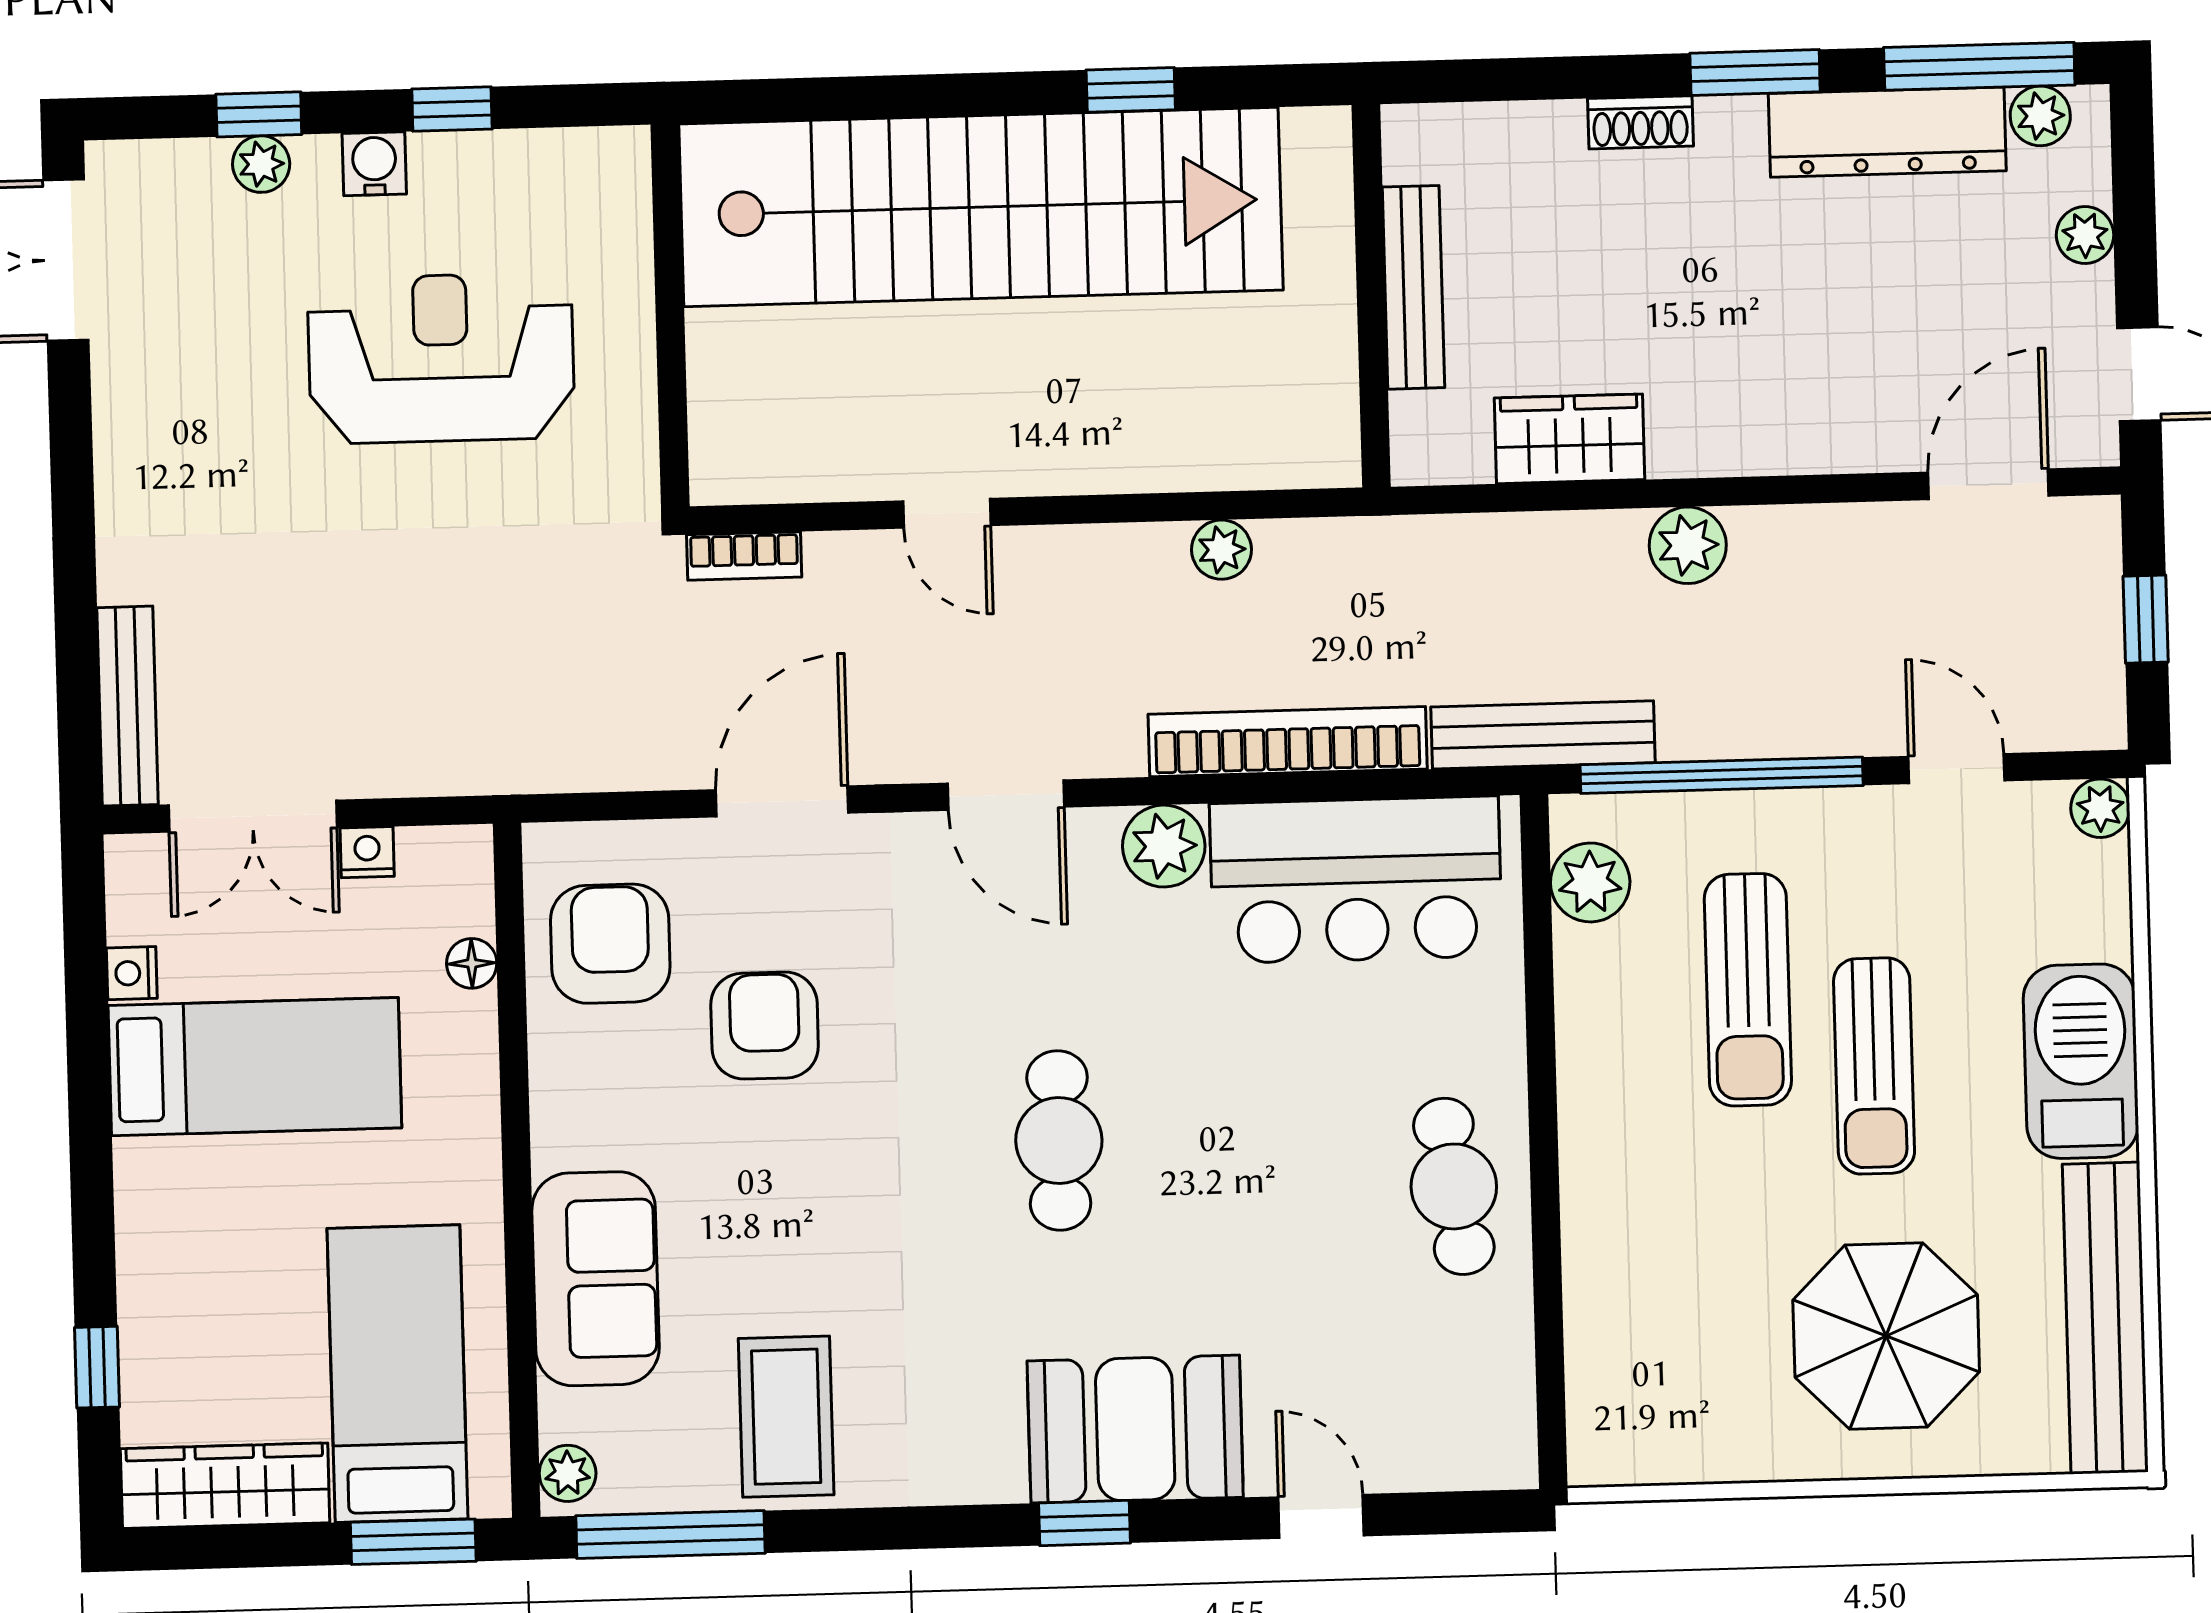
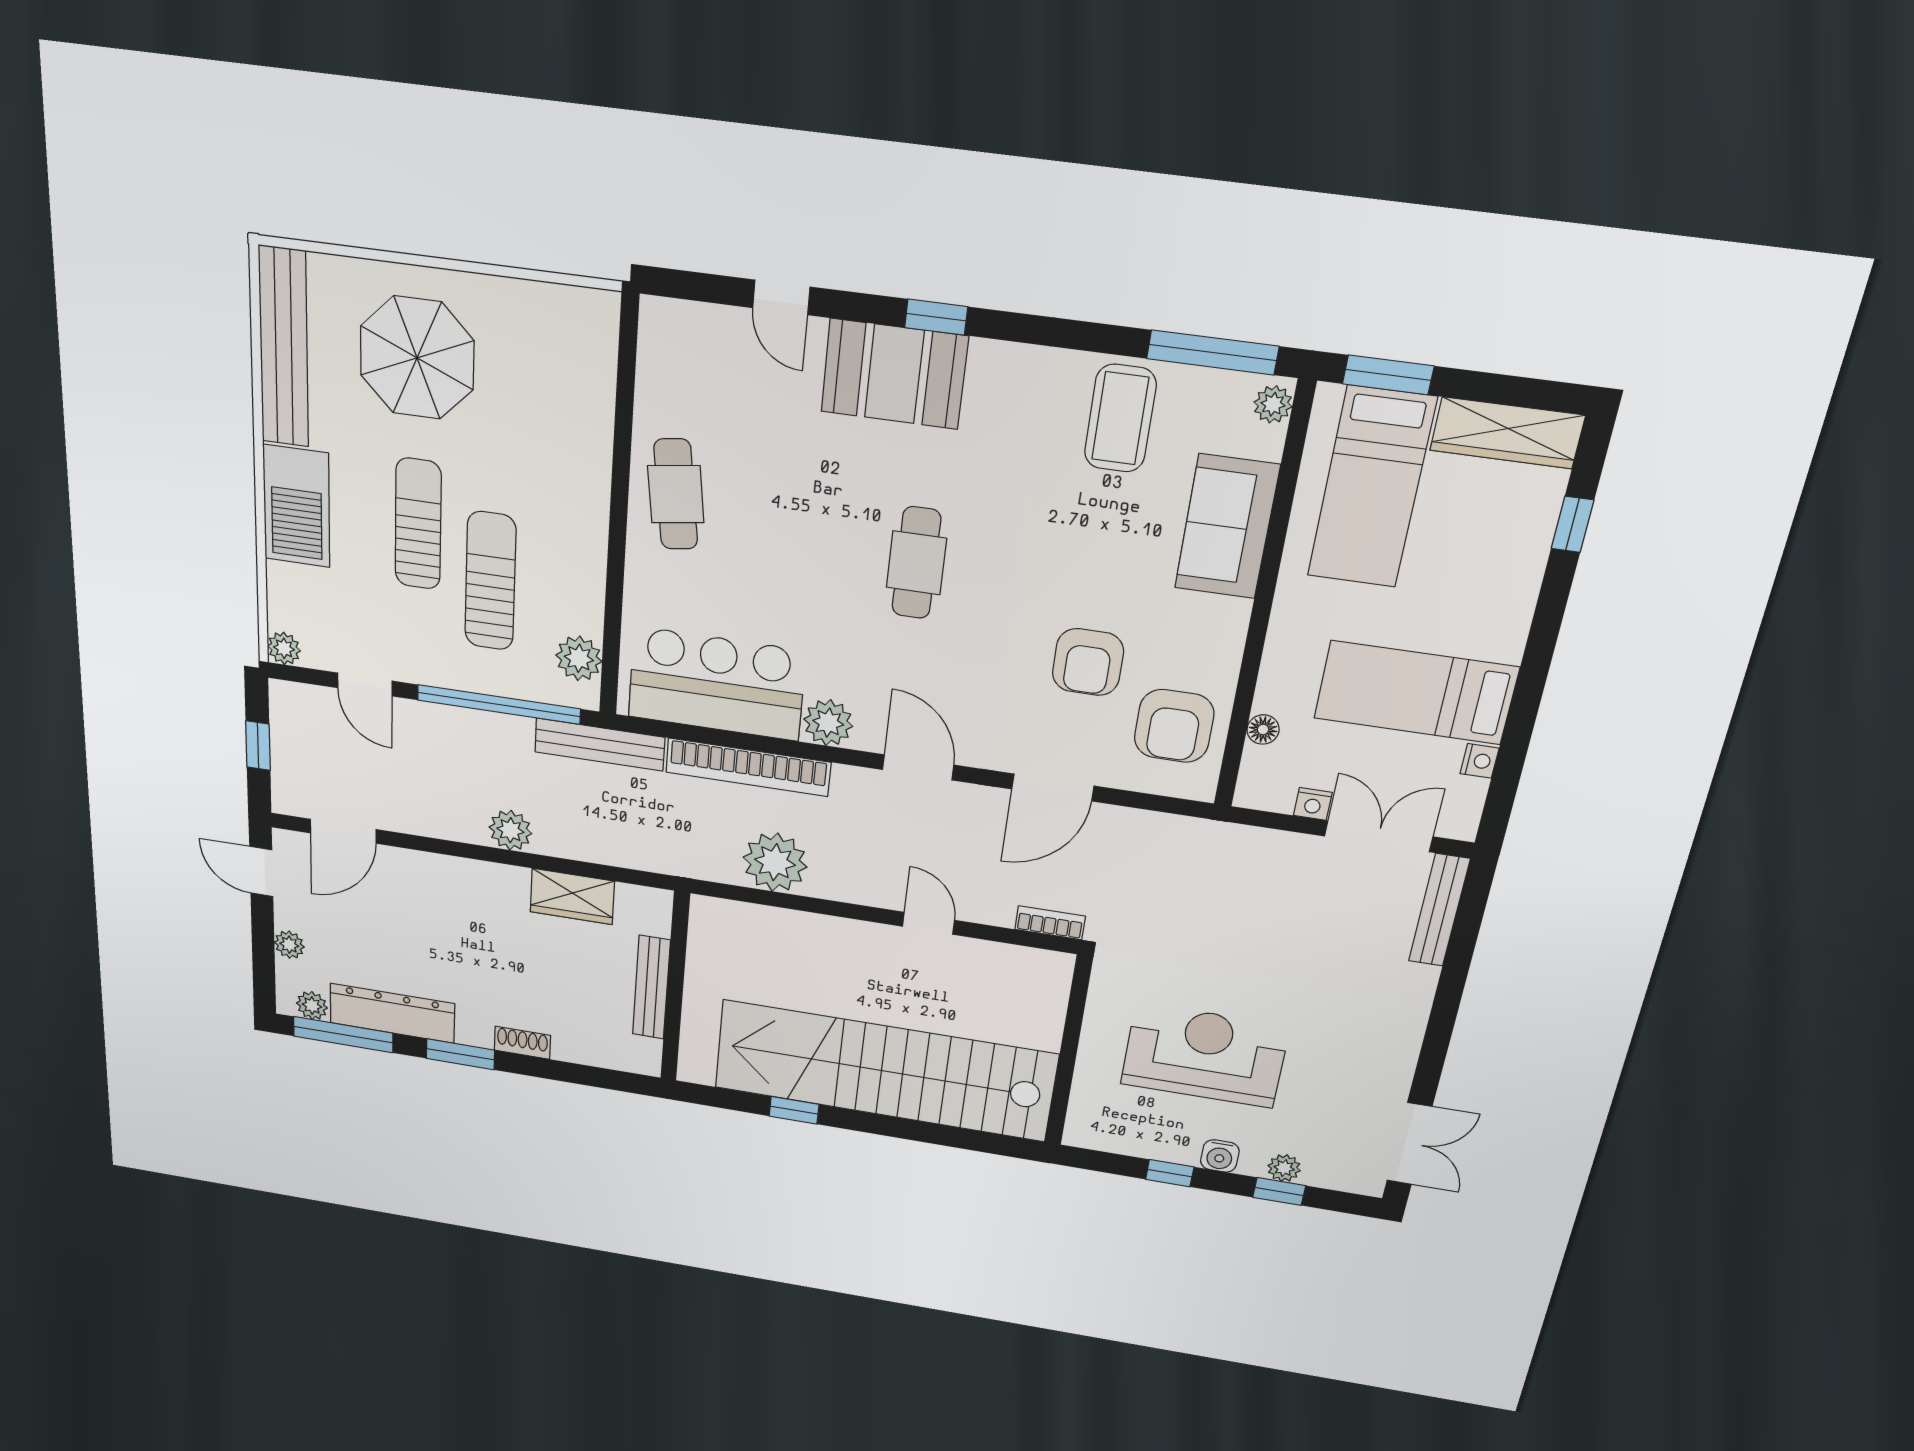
reception desk: (441, 358) -> (1205, 1055), turned 180
plant: (1221, 550) -> (775, 862), width x1.88, depth x1.88

